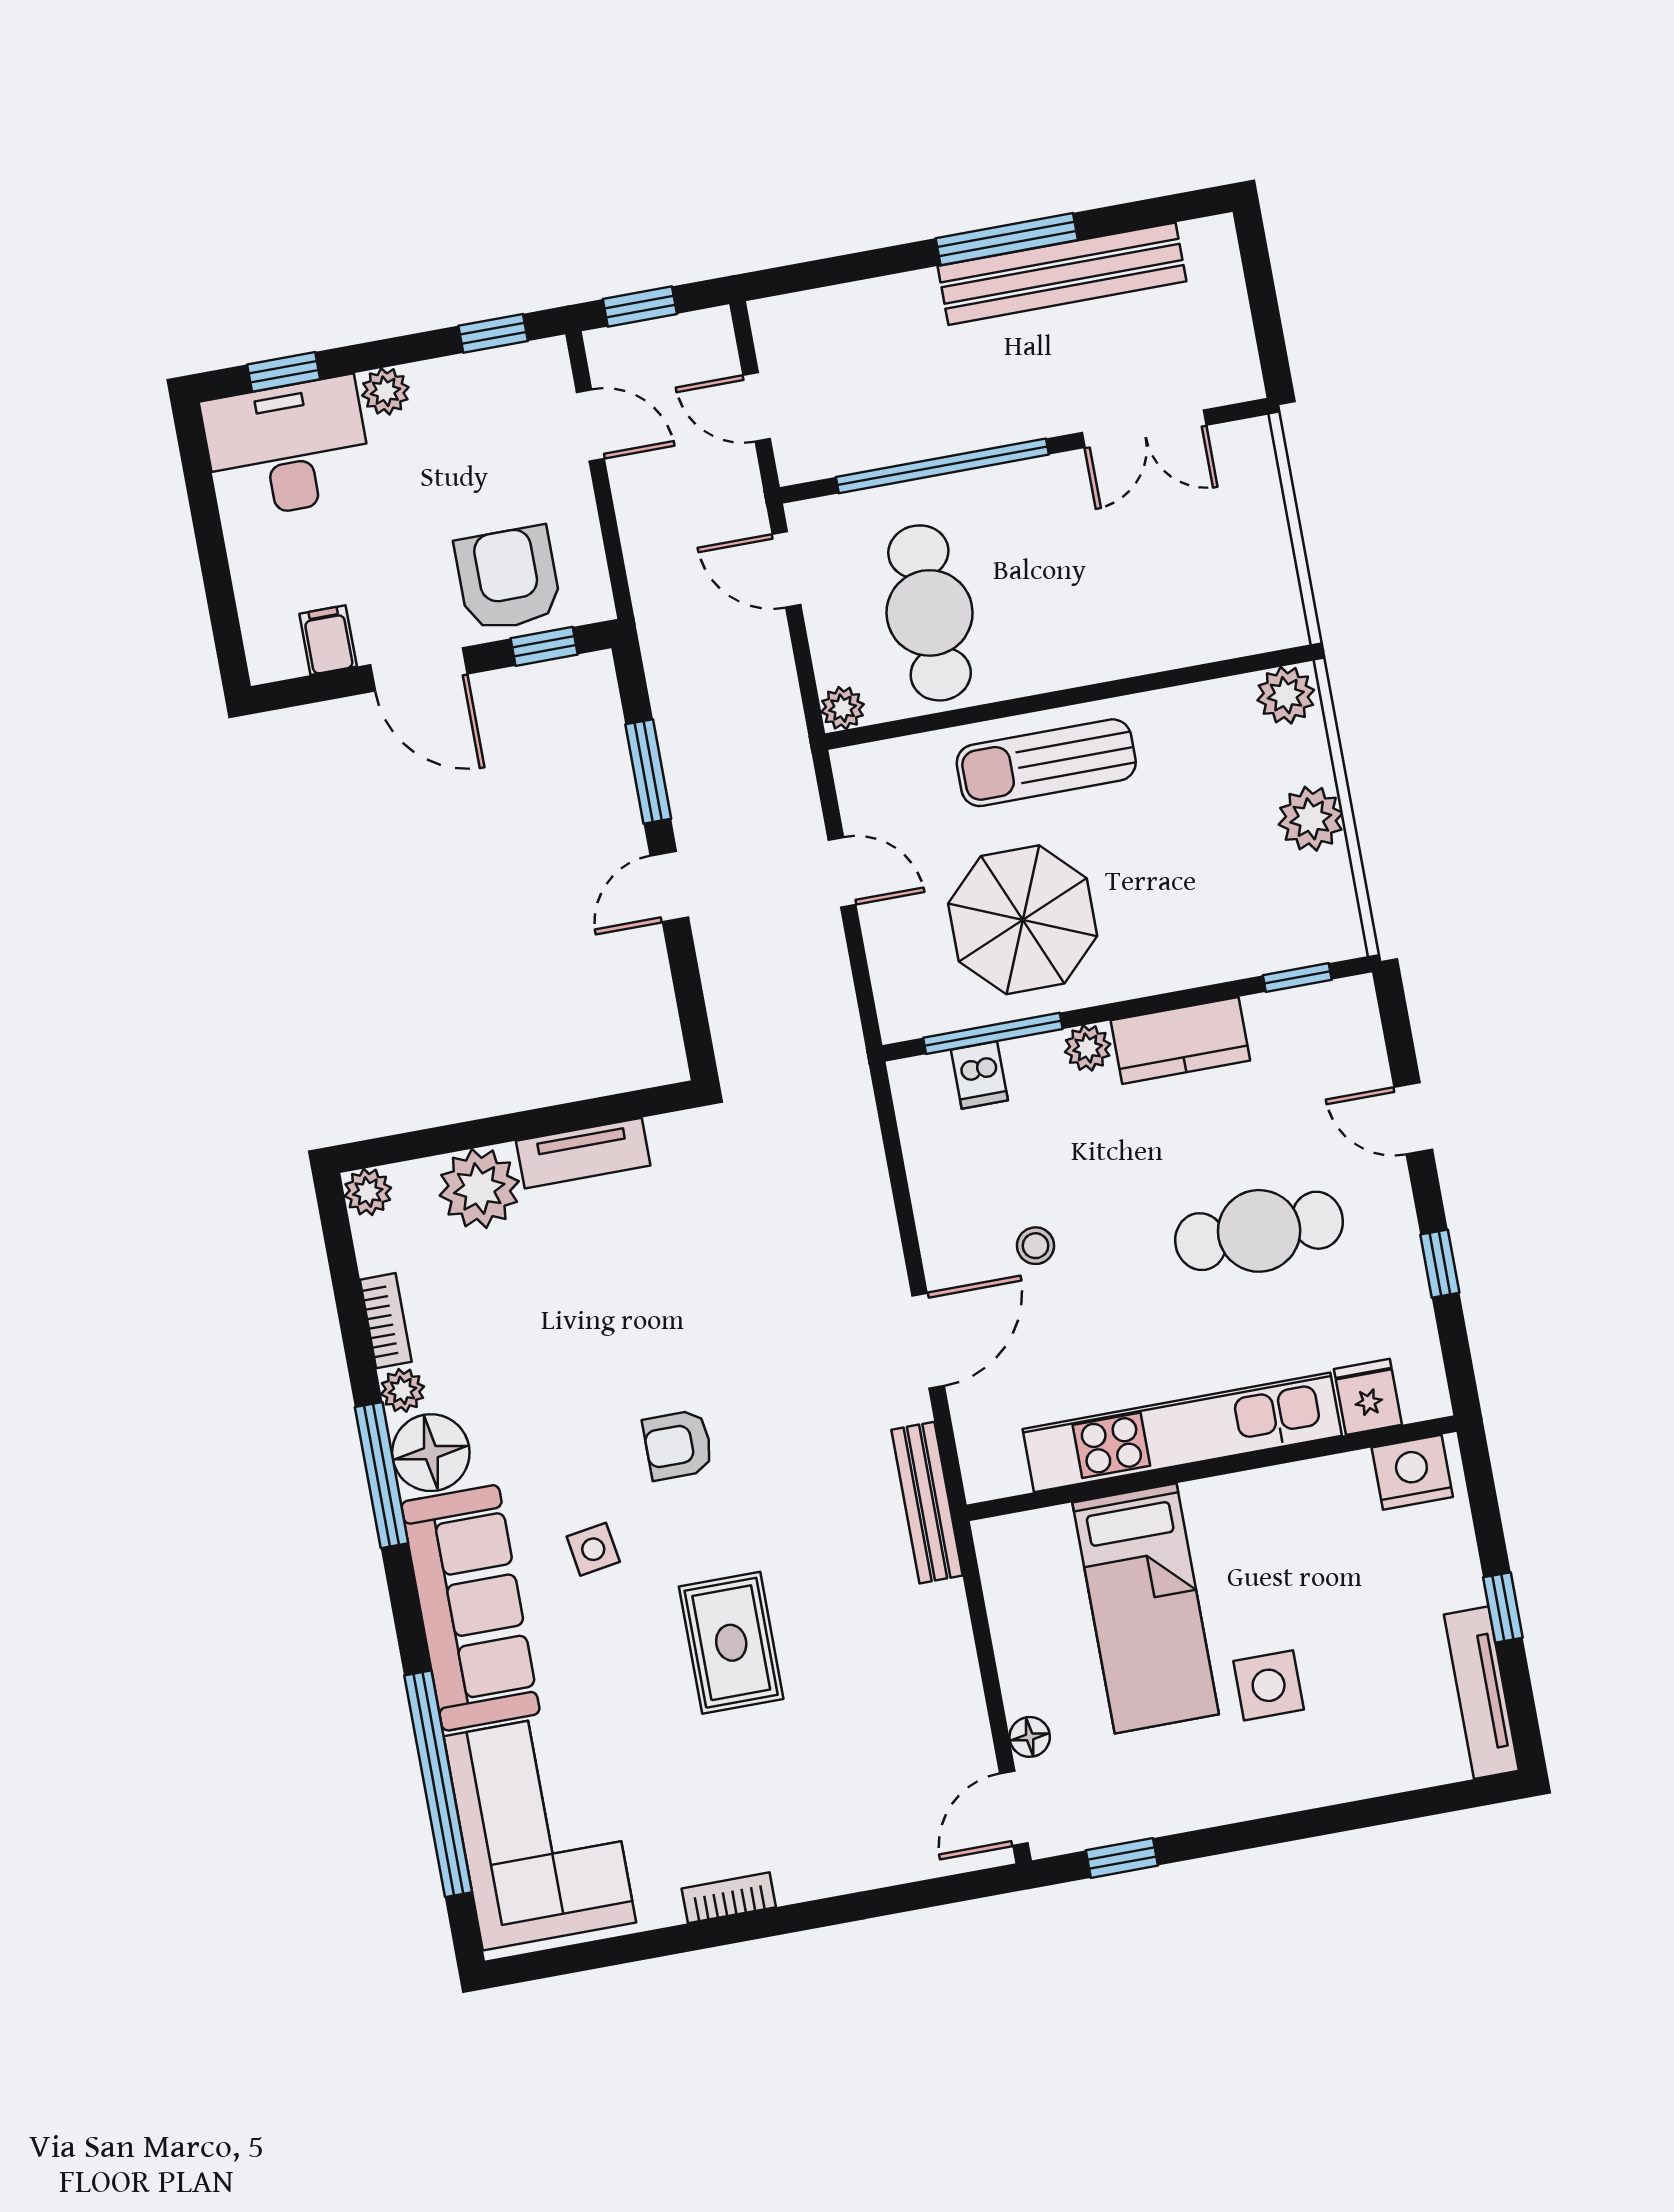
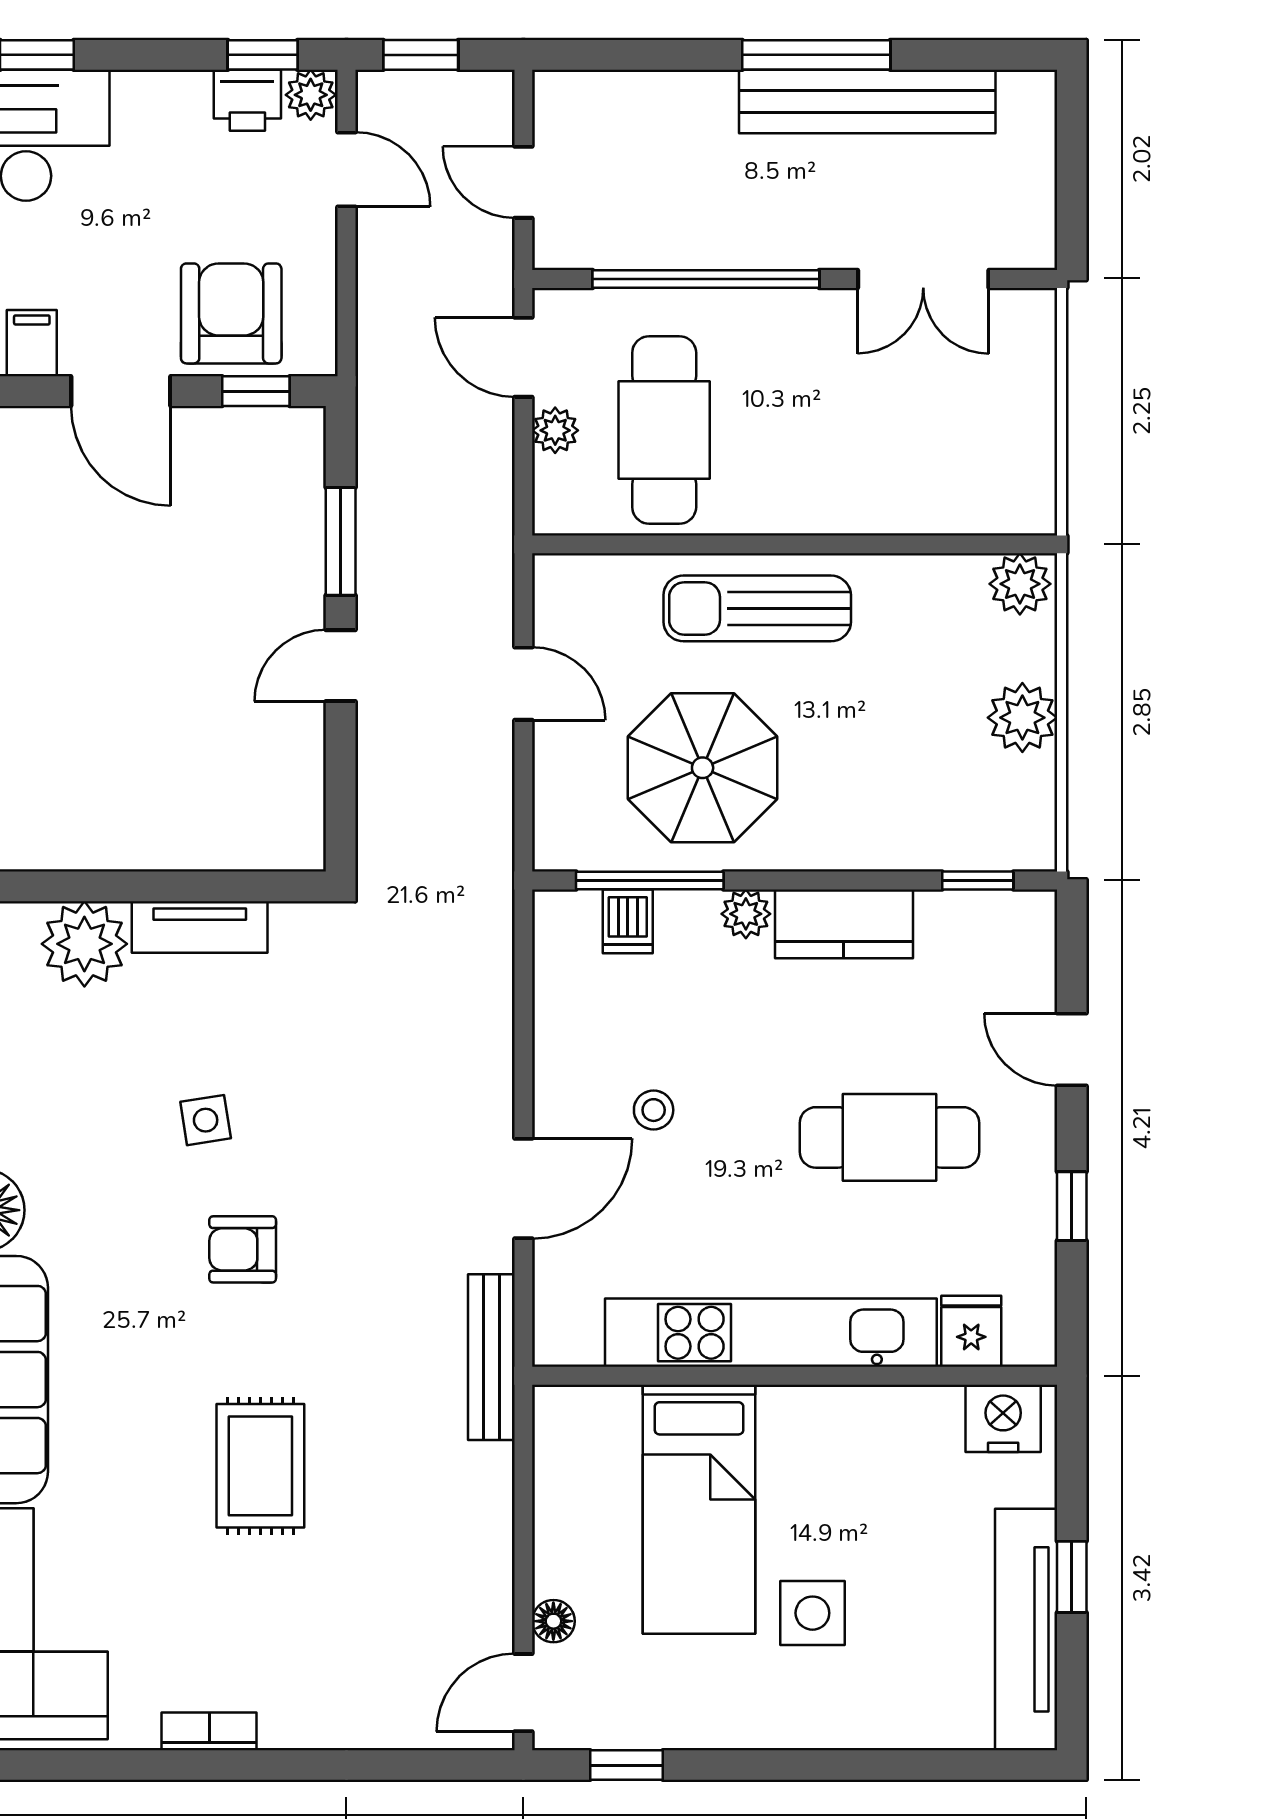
printer: (487, 378) -> (247, 100), added
plant: (385, 391) -> (311, 95), moved
plant: (842, 708) -> (555, 430), moved
side table: (593, 1549) -> (206, 1120), moved
tv unit: (1481, 1693) -> (1026, 1629), width x1.36, depth x1.29

